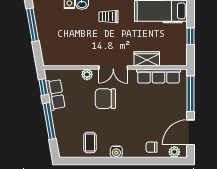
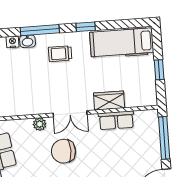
row of seats: (159, 76) -> (116, 120), width x0.68

